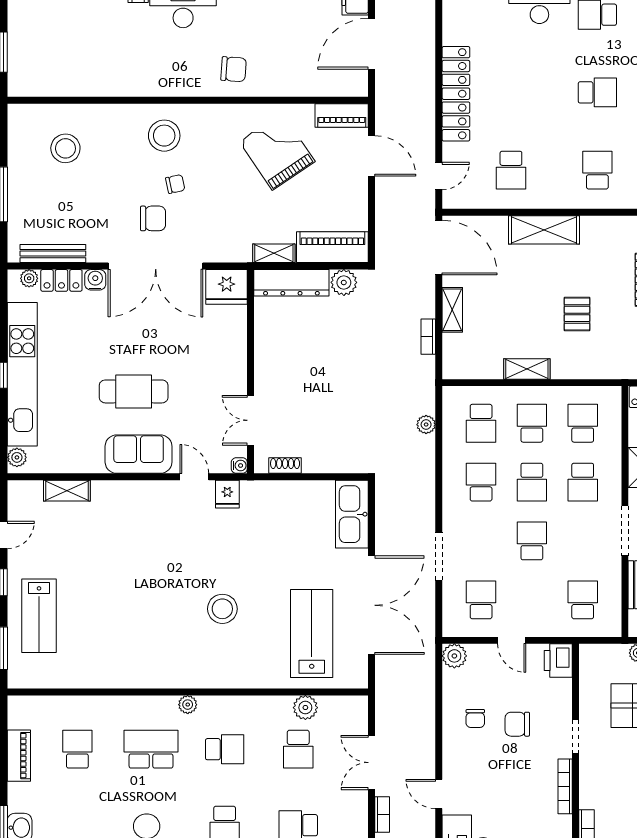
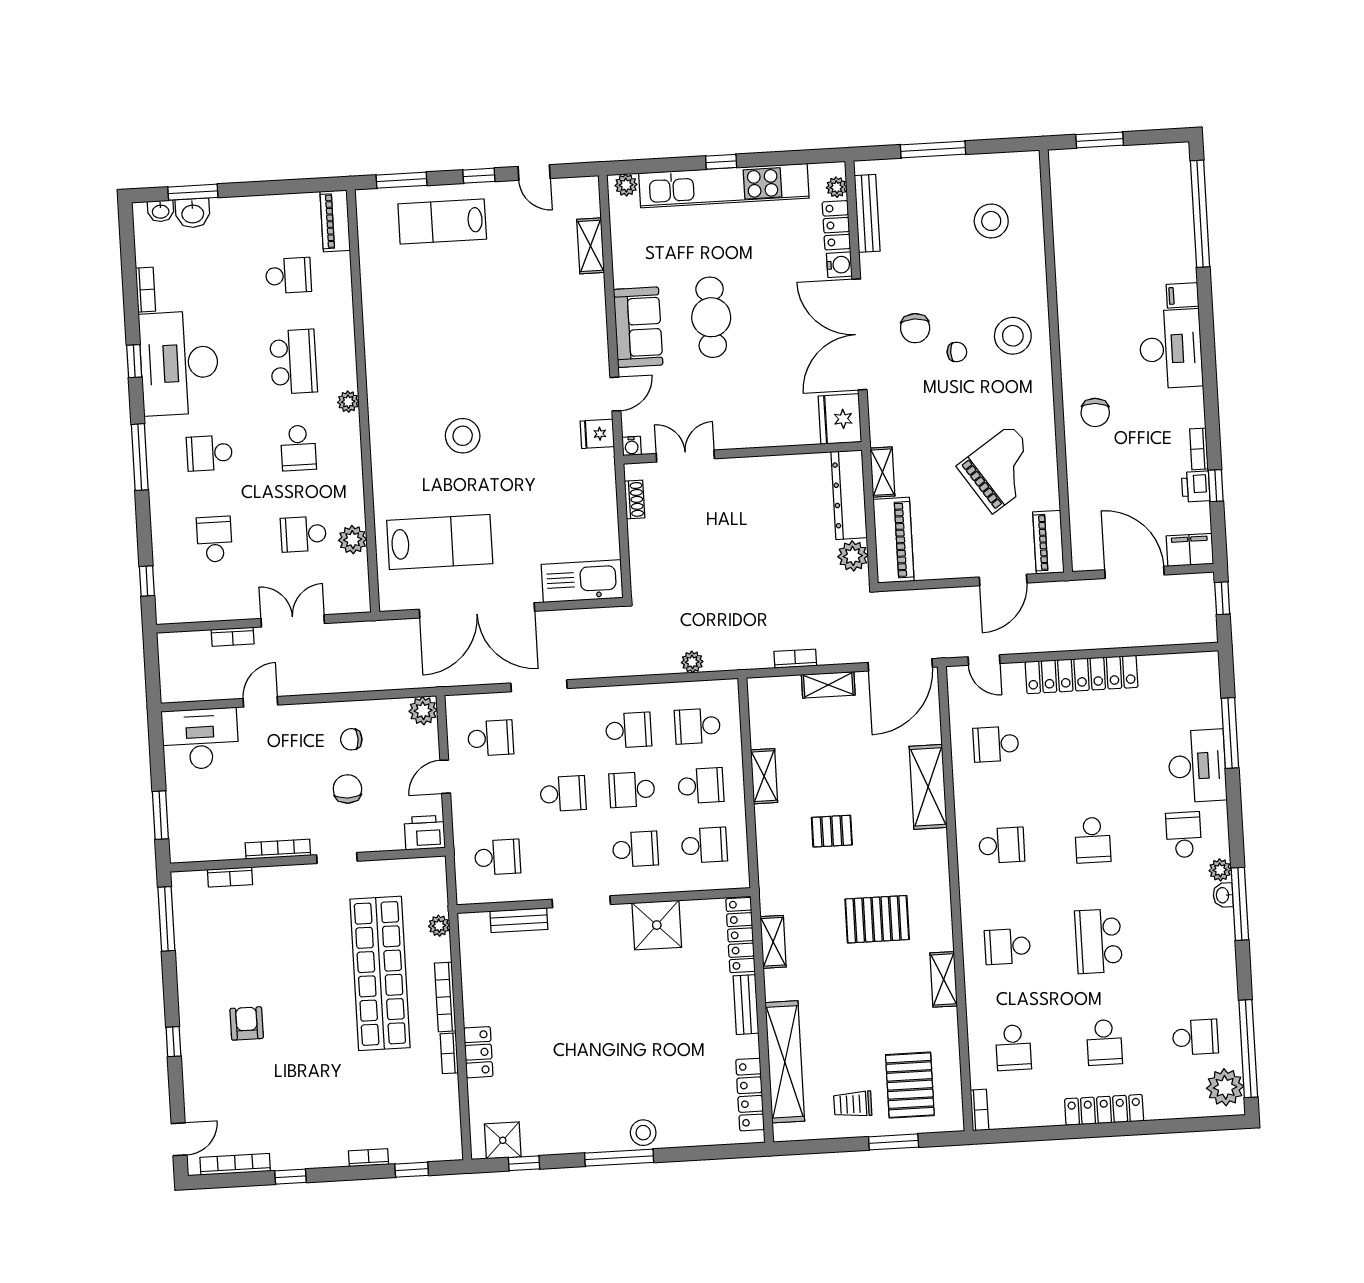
chair: (175, 184) -> (957, 352), turned -78
school desk: (583, 482) -> (635, 849), turned 180
piano: (19, 756) -> (335, 221), moved, turned 90

